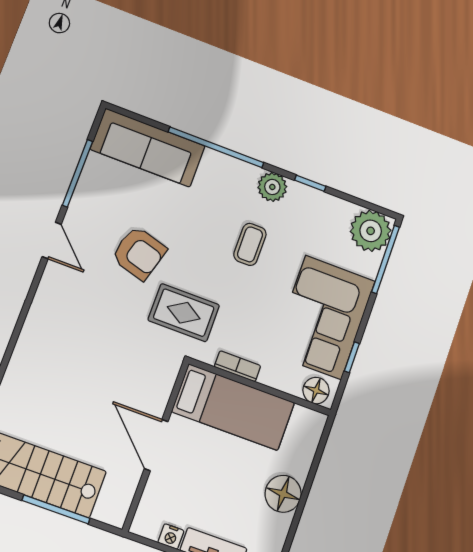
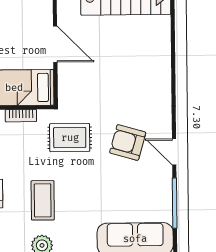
coffee table: (250, 244) -> (43, 200), width x1.36, depth x1.30
armchair: (139, 253) -> (128, 143), moved

